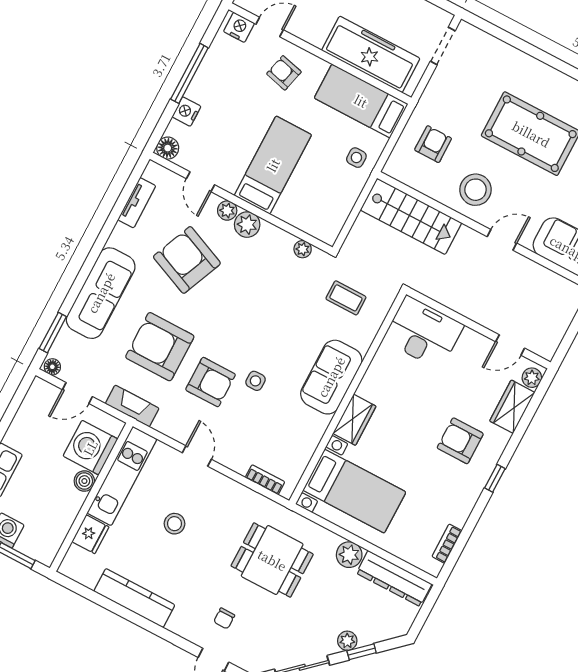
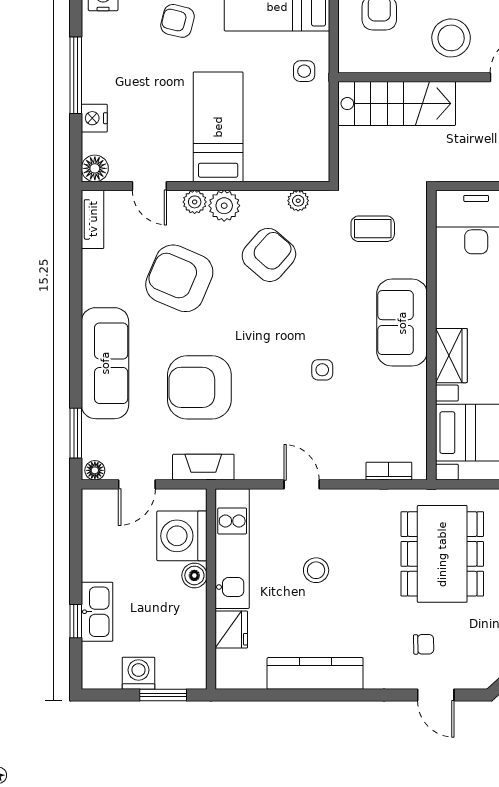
tv unit: (137, 203) -> (93, 219), moved
armchair: (211, 382) -> (269, 255), moved, turned -49
dining table: (272, 560) -> (442, 554), width x1.38
chair: (224, 618) -> (424, 644), turned -91

